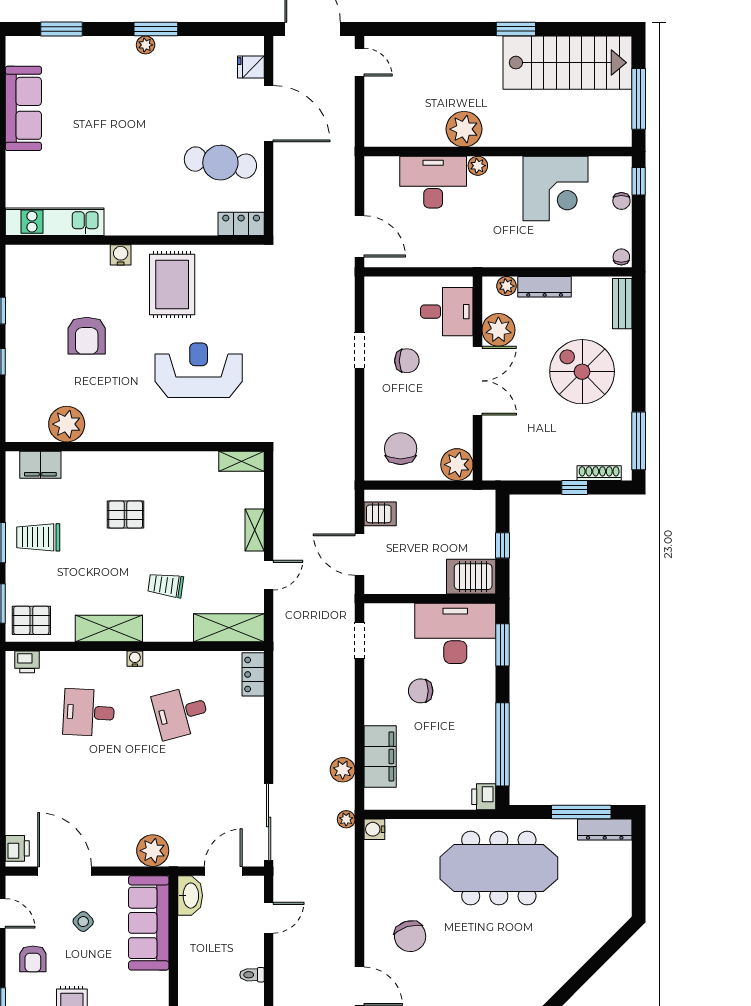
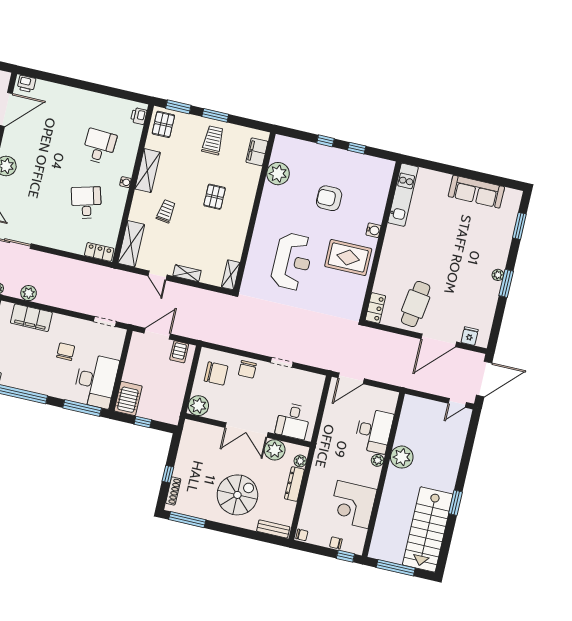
chair: (407, 361) -> (247, 369), moved
window: (502, 645) -> (82, 408), width x1.44

